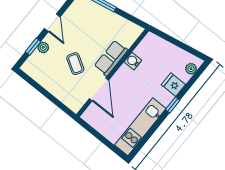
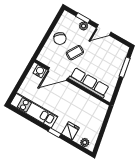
row of seats: (111, 58) -> (89, 83), width x1.48
water cooler: (133, 61) -> (40, 71), moved
chair: (55, 80) -> (60, 39), added

